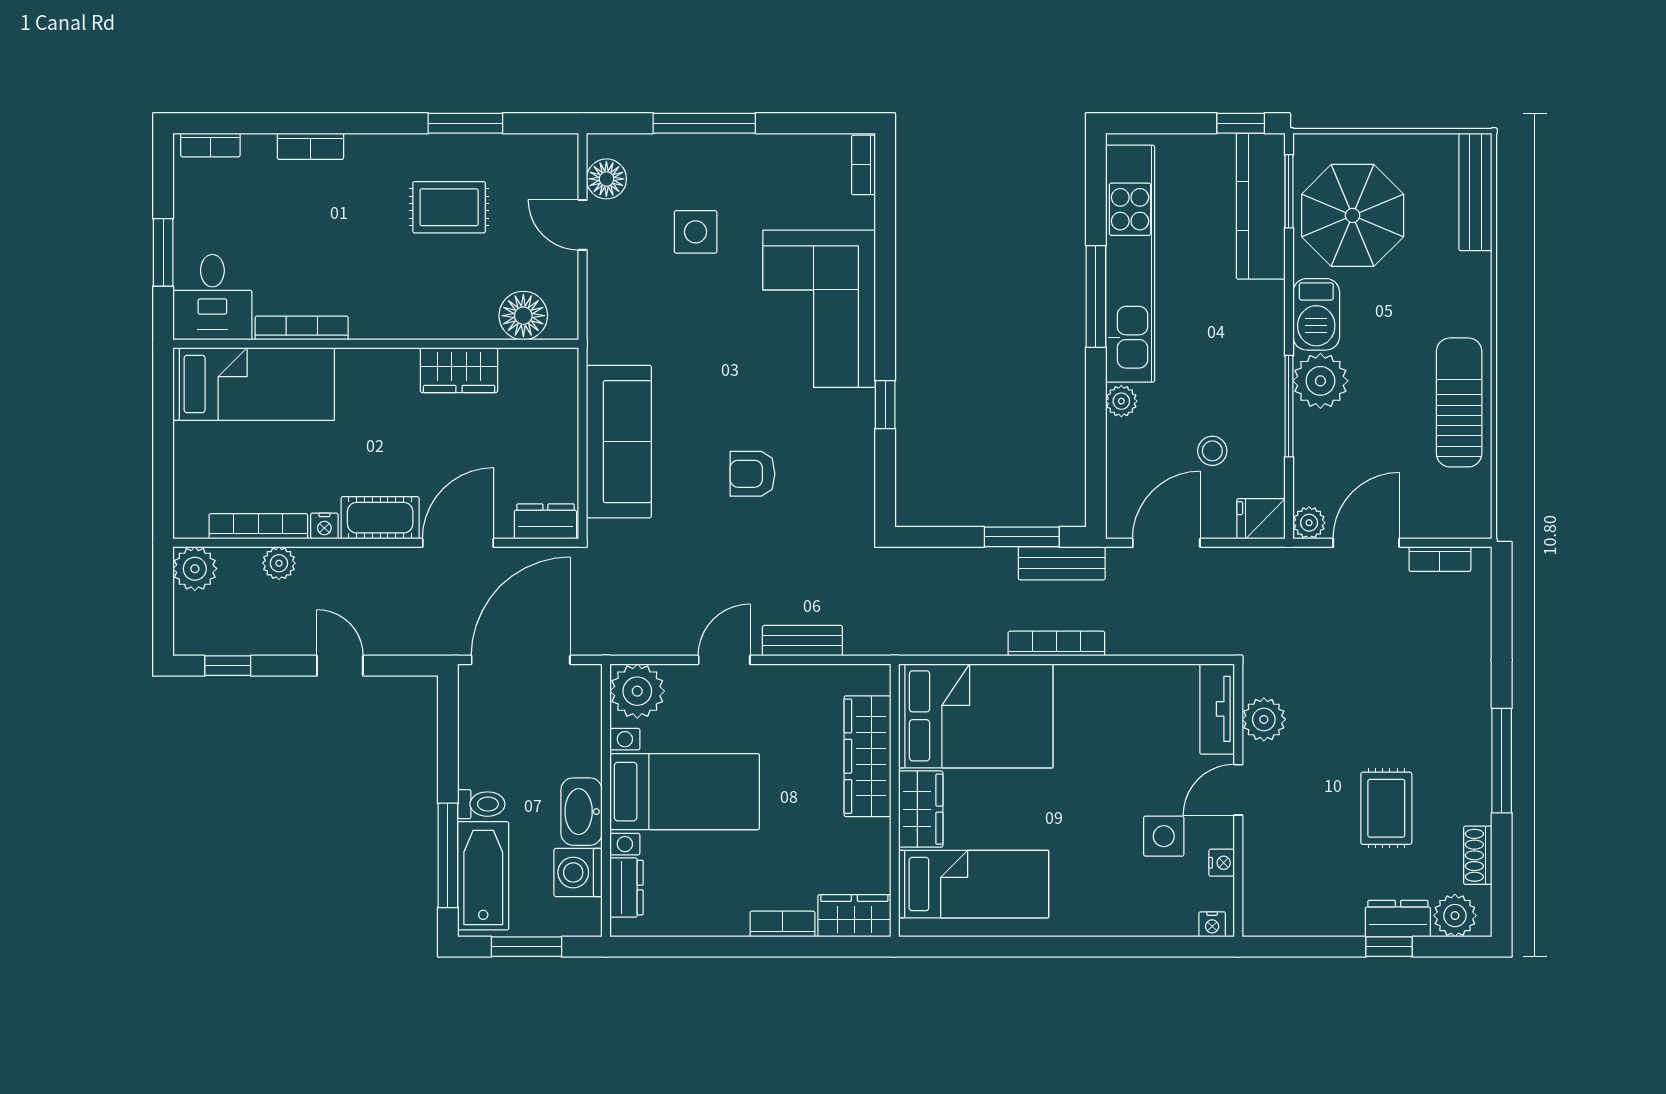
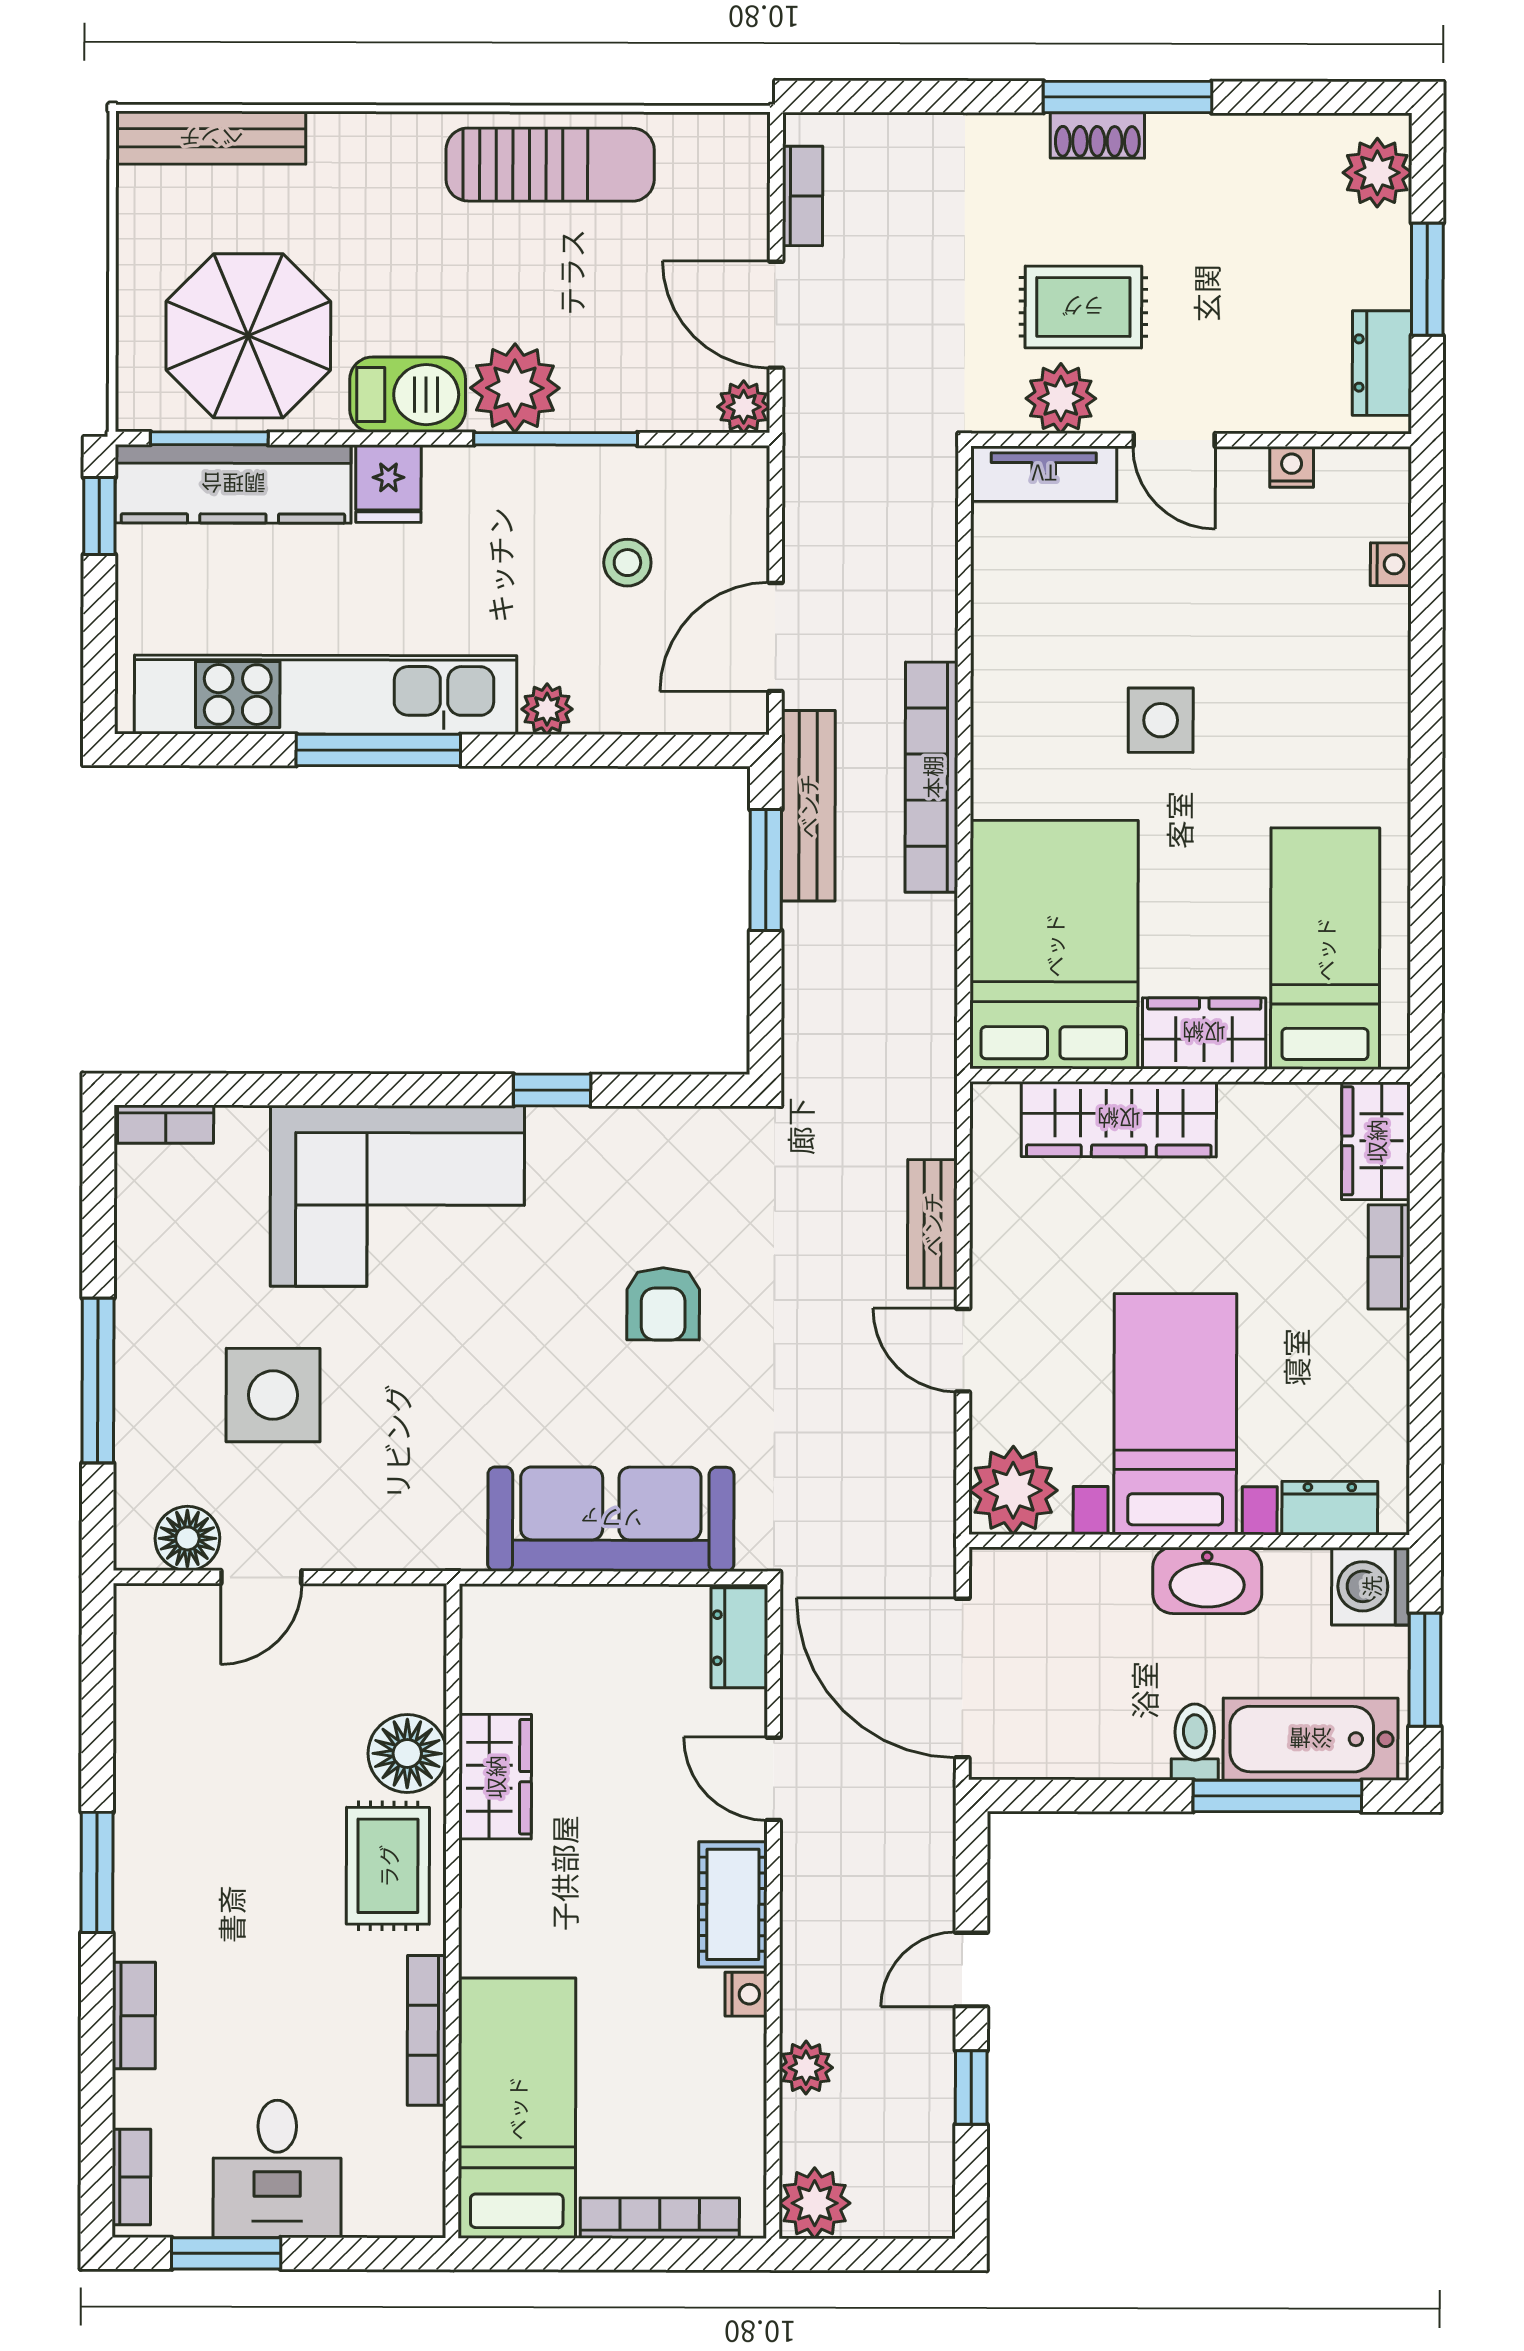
window: (465, 123) -> (97, 1872), moved
rug: (449, 207) -> (388, 1866), moved
side table: (696, 232) -> (273, 1395), width x1.37, depth x1.37
window: (163, 252) -> (226, 2253), moved
desk: (212, 297) -> (277, 2169), moved, turned 90
floor lamp: (523, 316) -> (407, 1753), moved
sun lounger: (1459, 402) -> (550, 165), turned 180
fridge: (1261, 519) -> (388, 484), moved
bookcase: (258, 526) -> (660, 2218), moved, turned 90
door: (458, 543) -> (774, 1779), width x0.73
door: (1166, 543) -> (776, 637), hinge flipped
bench: (1062, 563) -> (808, 806), width x1.36
bookcase: (1056, 644) -> (932, 777), width x1.48, depth x1.31
window: (228, 666) -> (971, 2088), moved
tv unit: (1217, 709) -> (1044, 474), moved
plant: (1264, 719) -> (1061, 398), moved
door: (1238, 790) -> (1174, 440), moved
wall: (1238, 800) -> (1191, 440), moved
rug: (1386, 808) -> (1083, 307), moved
side table: (1164, 836) -> (1161, 720), moved
shoe rack: (1478, 855) -> (1097, 135), moved
nightstand: (1222, 863) -> (1292, 467), moved
washing machine: (578, 872) -> (1371, 1586), moved, turned 90
dresser: (1398, 919) -> (1382, 363), moved
window: (1389, 947) -> (1427, 279), width x1.50

